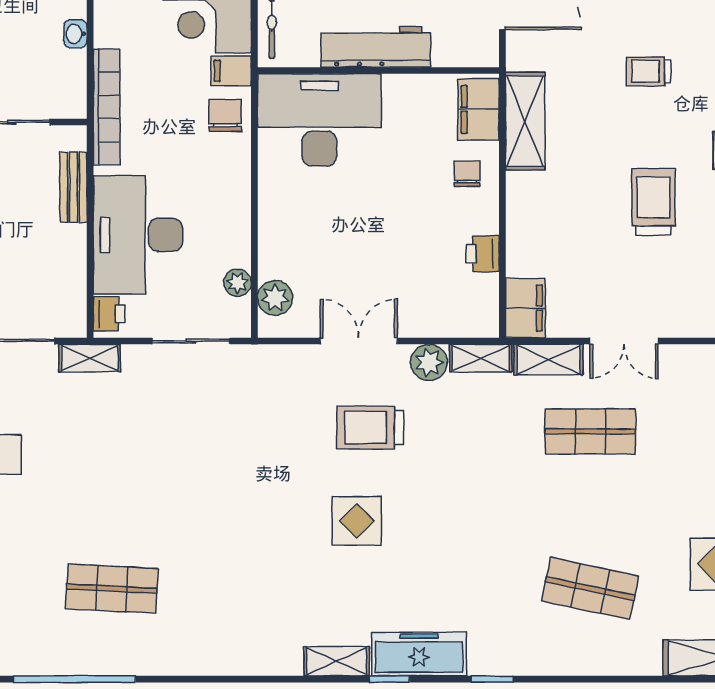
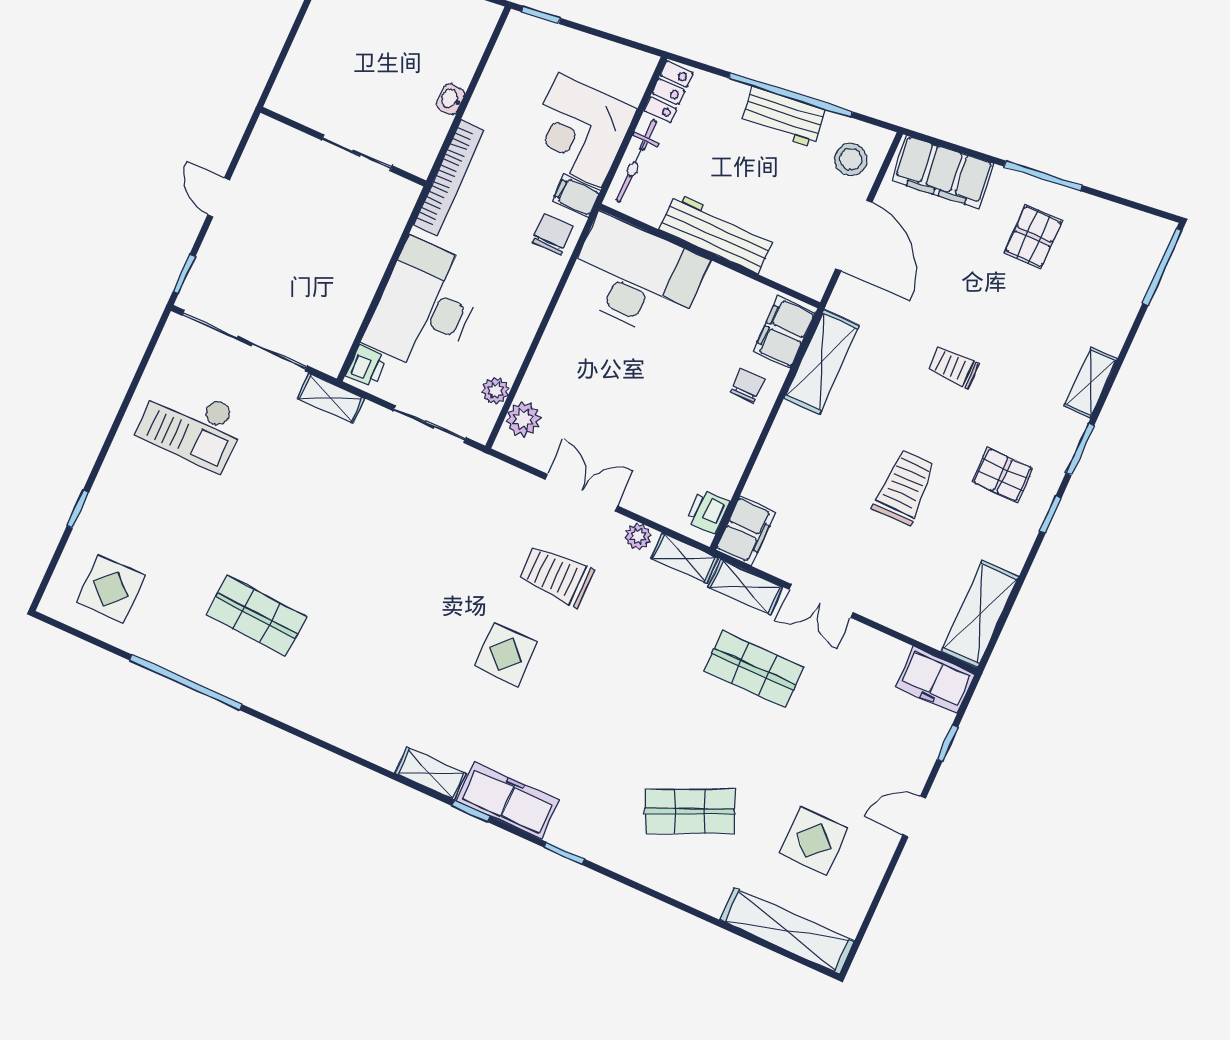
bench: (74, 187) -> (386, 237), removed
printer: (483, 254) -> (708, 512), moved
plant: (429, 362) -> (638, 536), width x0.73, depth x0.73
shop shelf: (590, 589) -> (690, 811), turned -36

